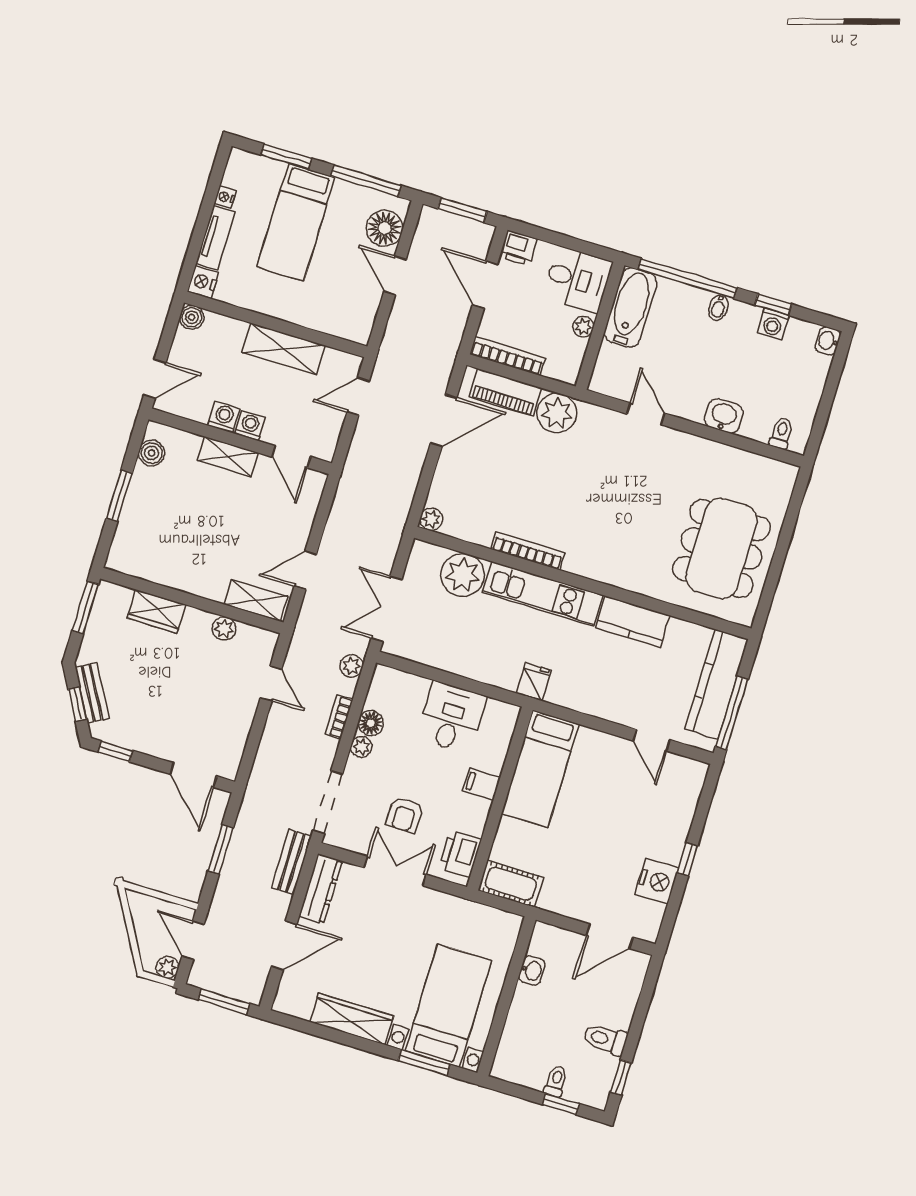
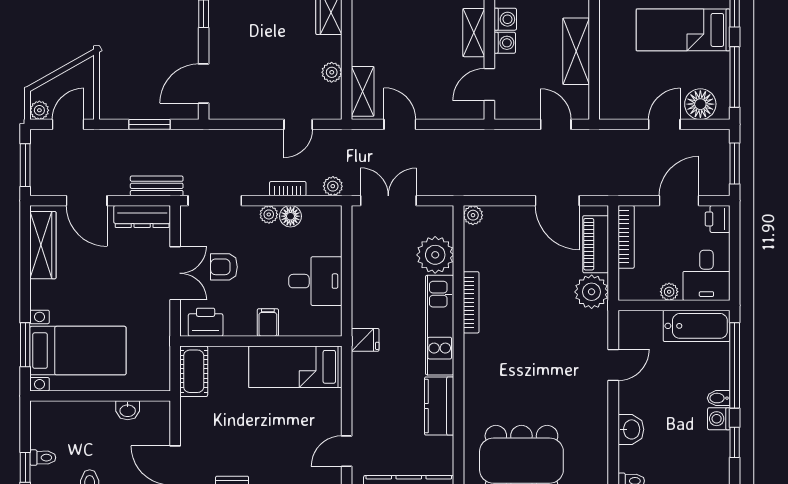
washing machine: (773, 324) -> (719, 419), moved
wardrobe: (352, 1019) -> (43, 245), moved

